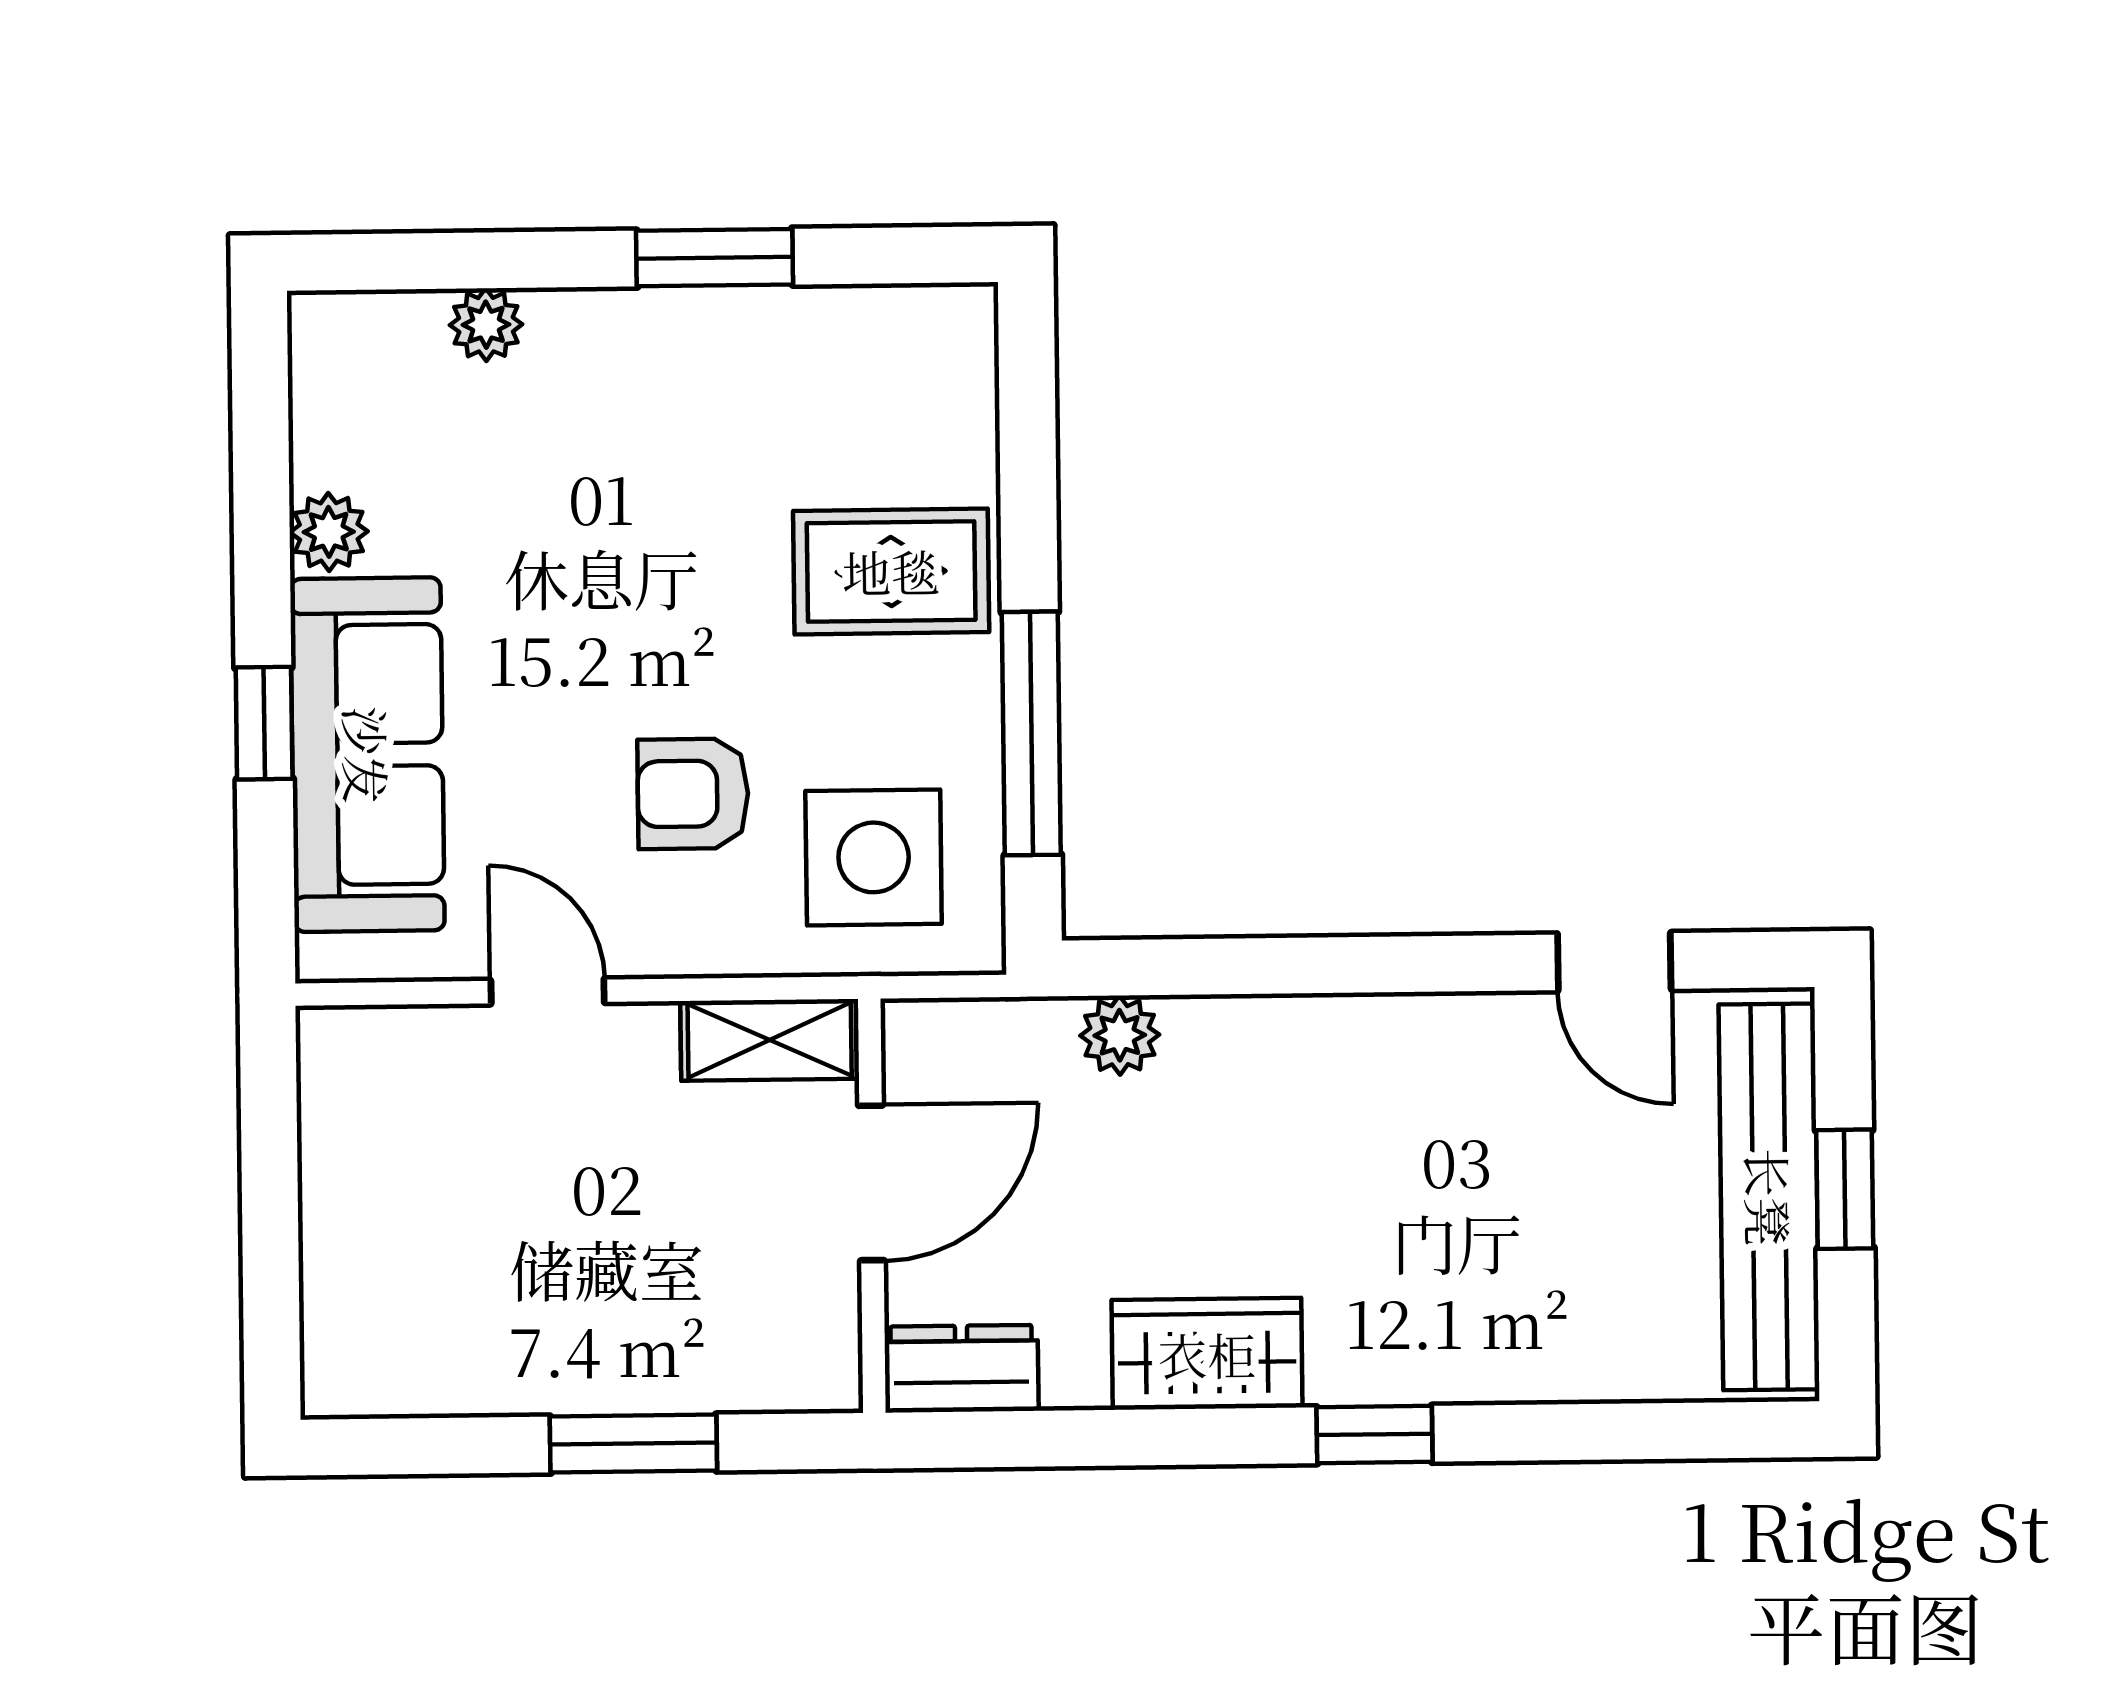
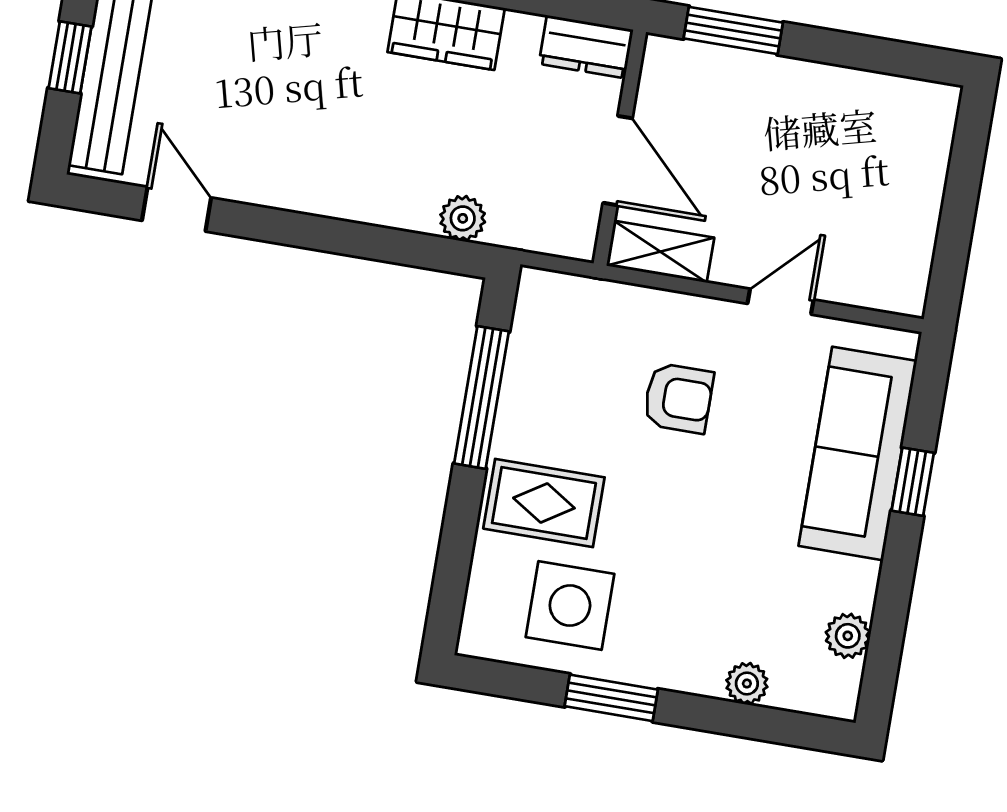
plant: (329, 532) -> (848, 636), moved
side table: (874, 857) -> (570, 606), moved
door: (548, 991) -> (780, 302), swing flipped
door: (871, 1183) -> (618, 161), swing flipped
window: (633, 1444) -> (733, 30), moved

